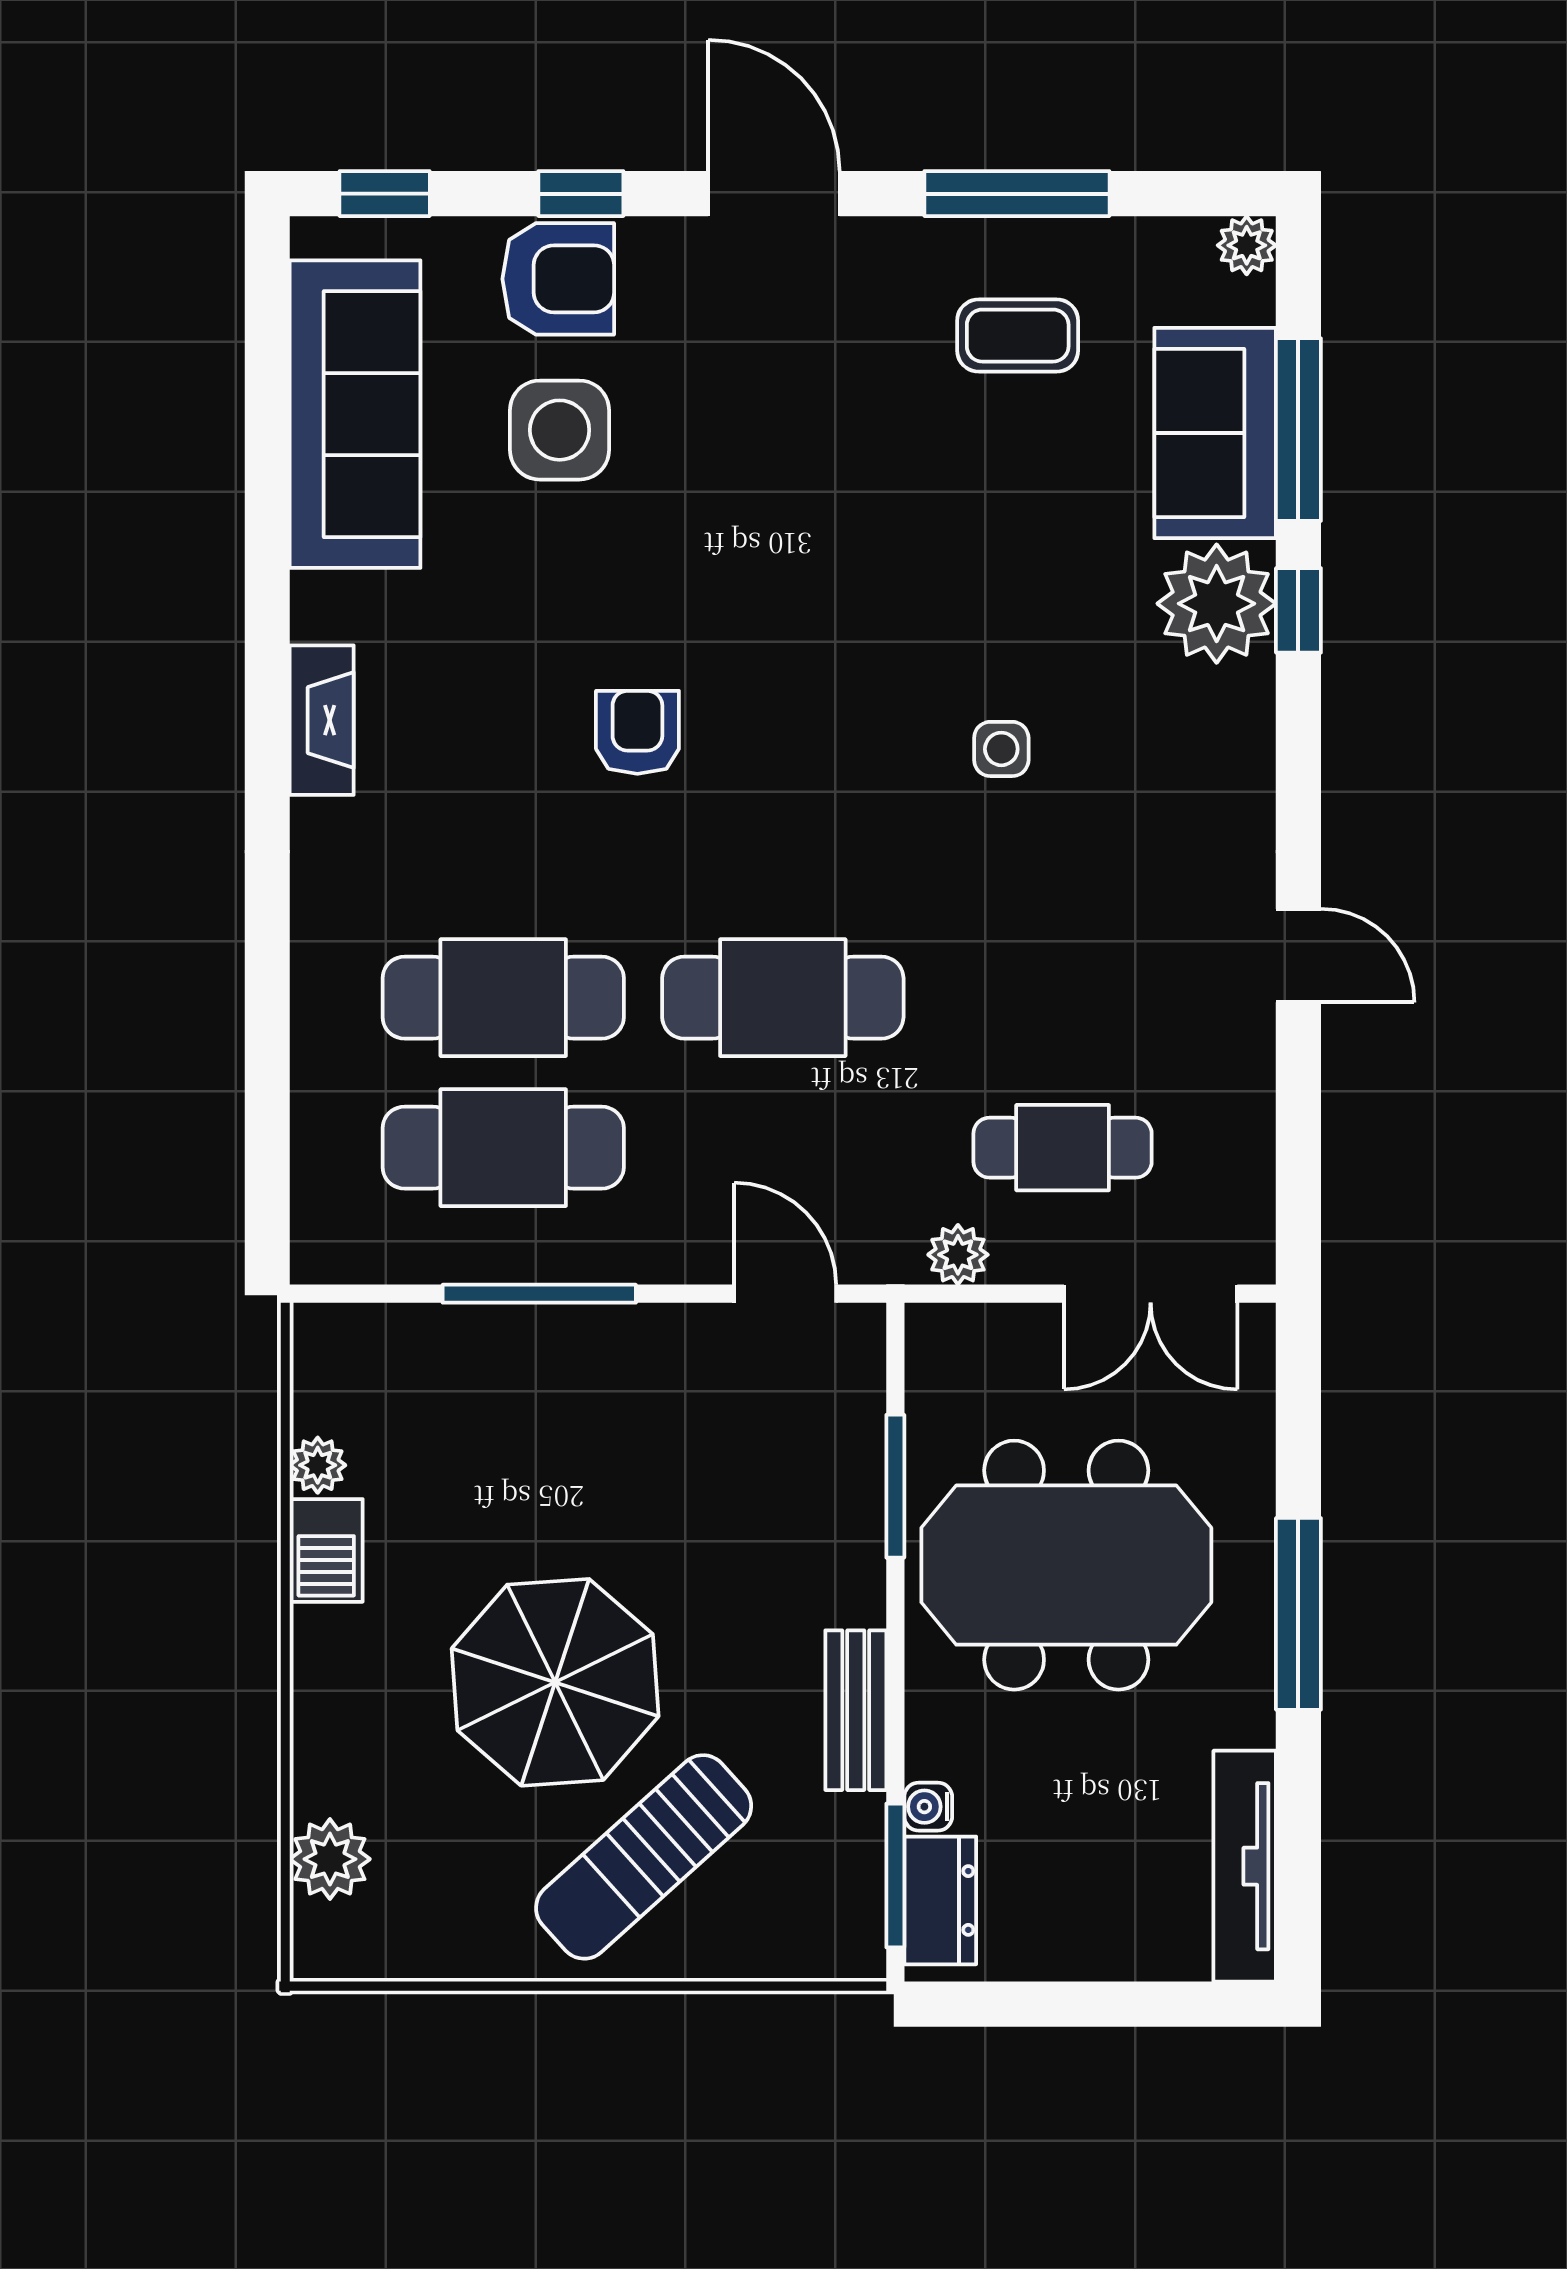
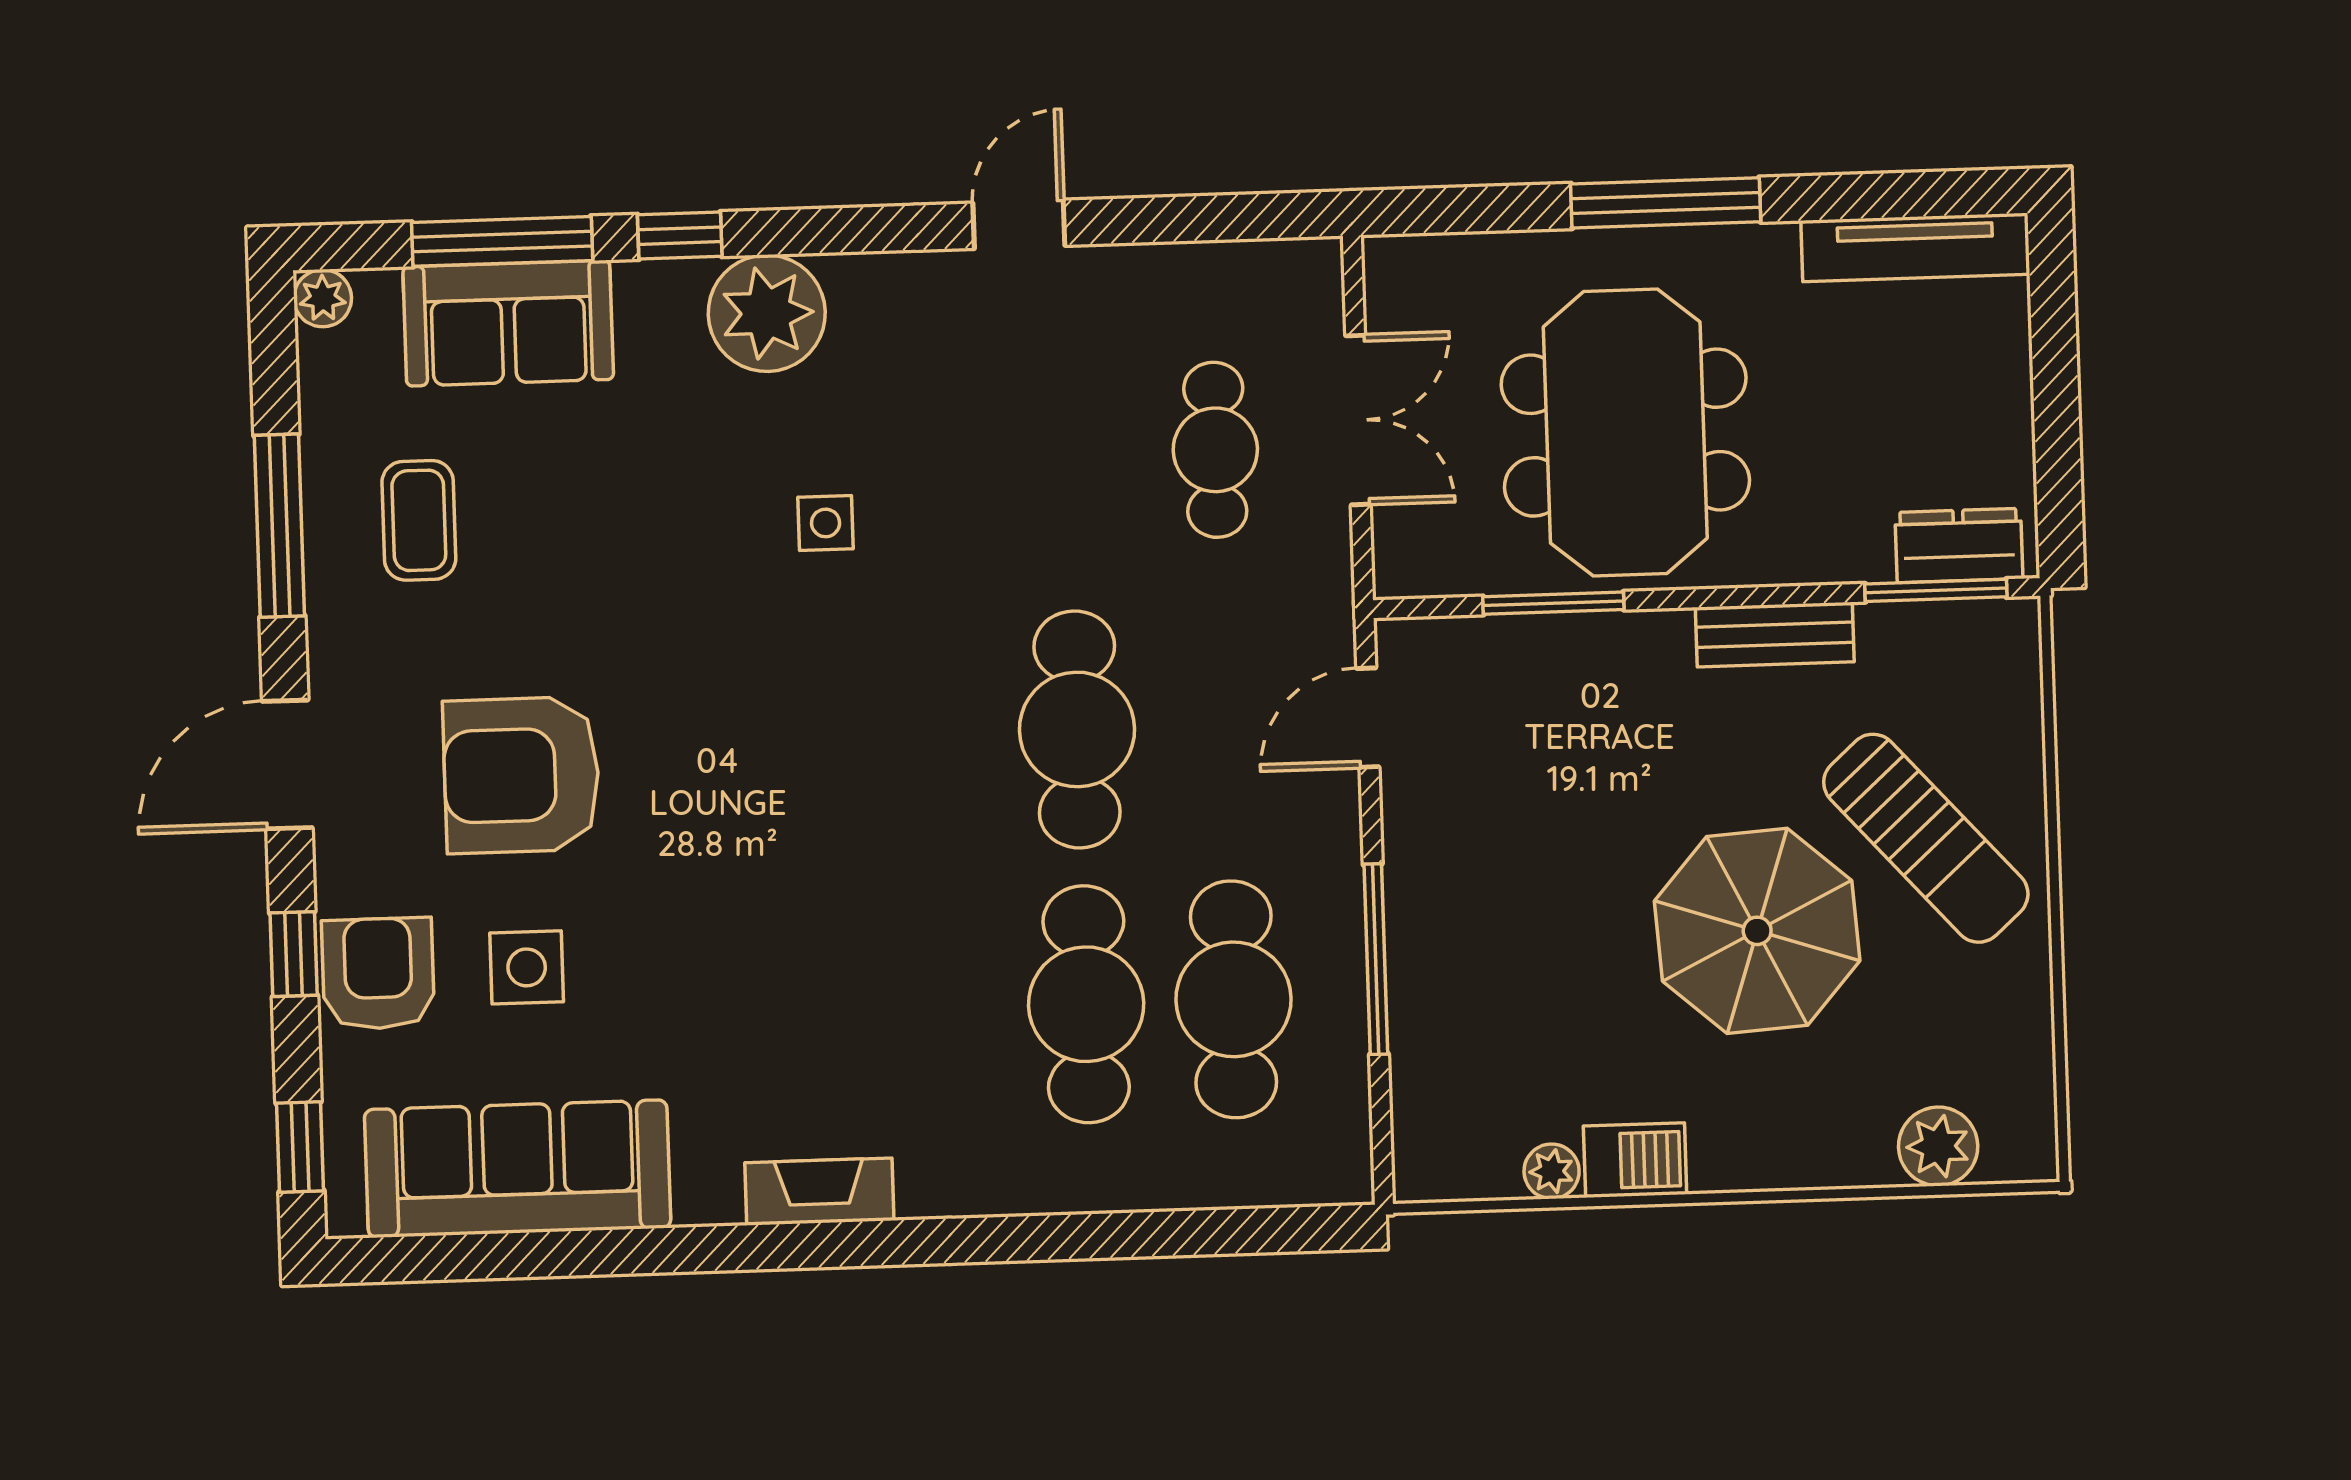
side table: (560, 430) -> (527, 967), width x0.73, depth x0.73
plant: (1217, 604) -> (767, 313), moved
armchair: (637, 732) -> (521, 775), moved, width x1.88, depth x1.88
plant: (958, 1255) -> (1324, 549), removed
double door: (1151, 1294) -> (1358, 420), moved
water cooler: (928, 1807) -> (1867, 560), removed

